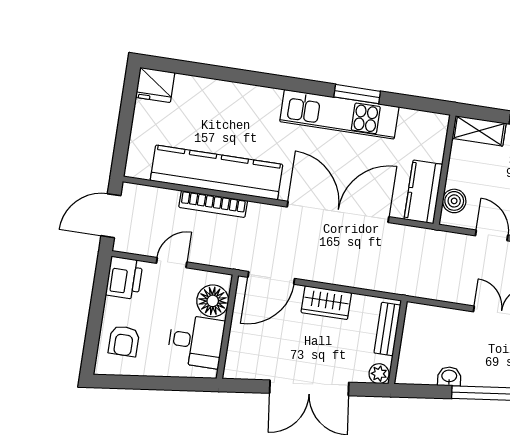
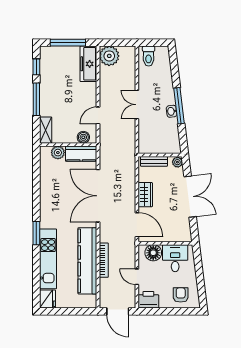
window: (357, 94) -> (36, 233), moved
kitchen unit: (339, 114) -> (48, 259), moved
plant: (432, 148) -> (58, 153), added
armchair: (124, 341) -> (181, 295), turned -90
washbasin: (449, 376) -> (172, 111), moved

